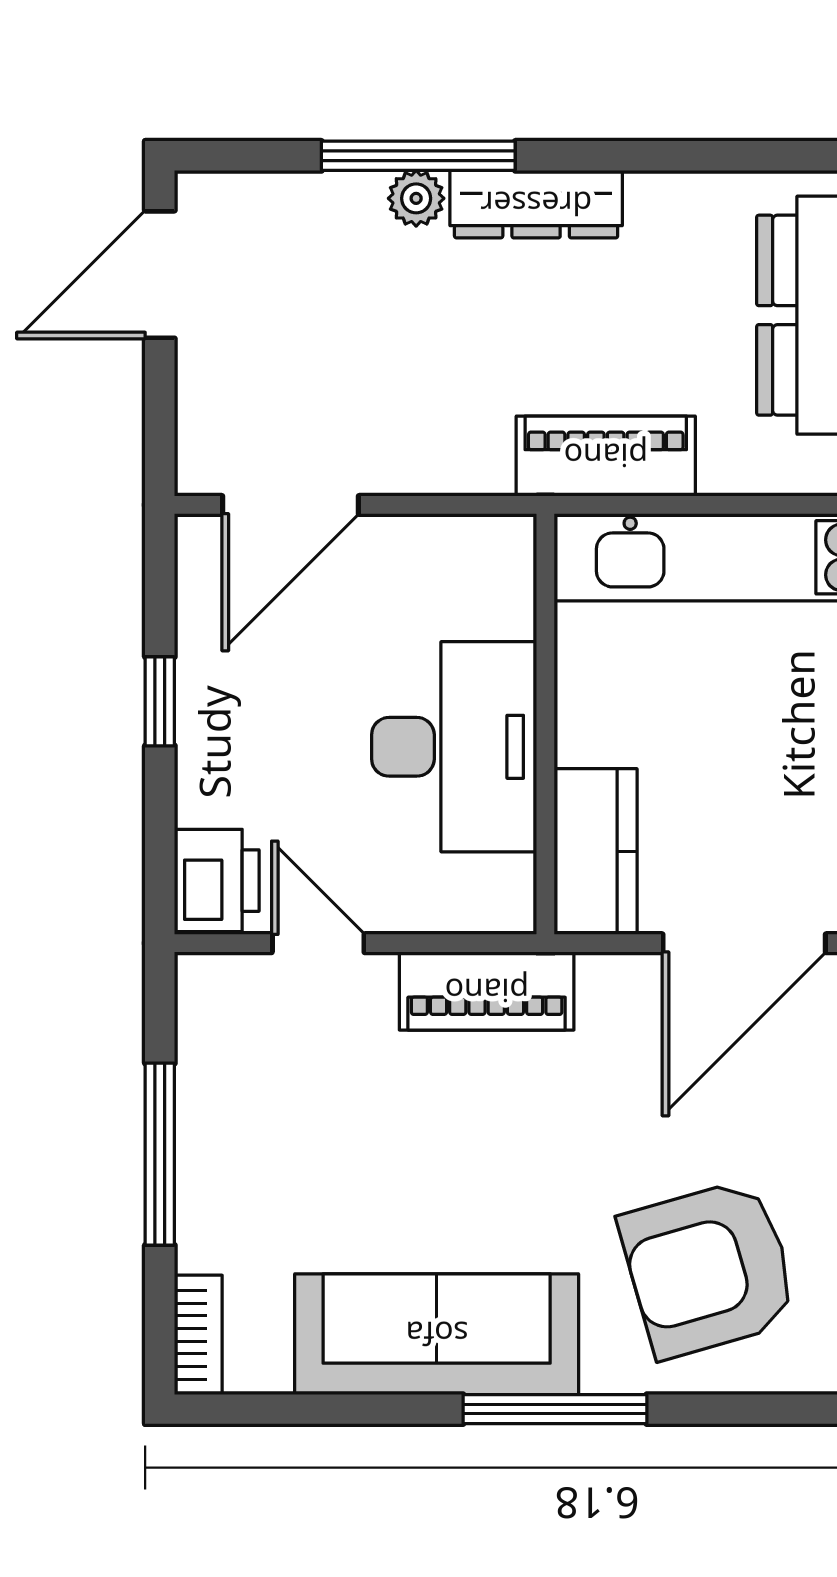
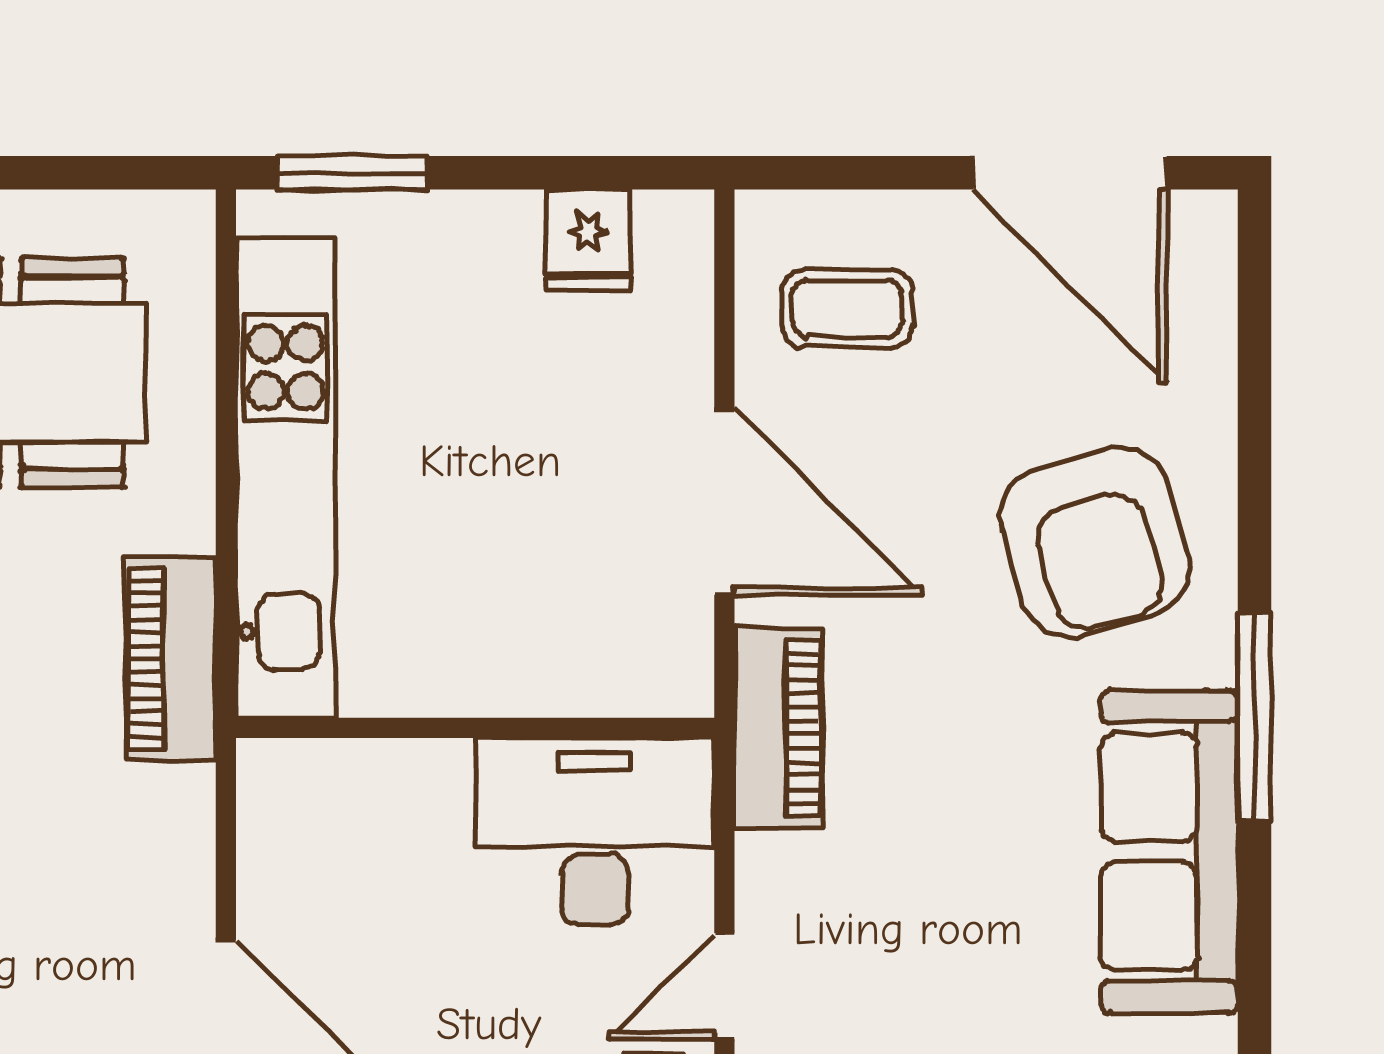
desk: (454, 747) -> (595, 832), moved
kitchen counter: (596, 852) -> (620, 671), removed
piano: (487, 991) -> (779, 727), moved

